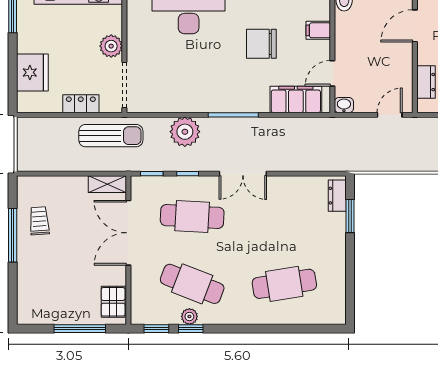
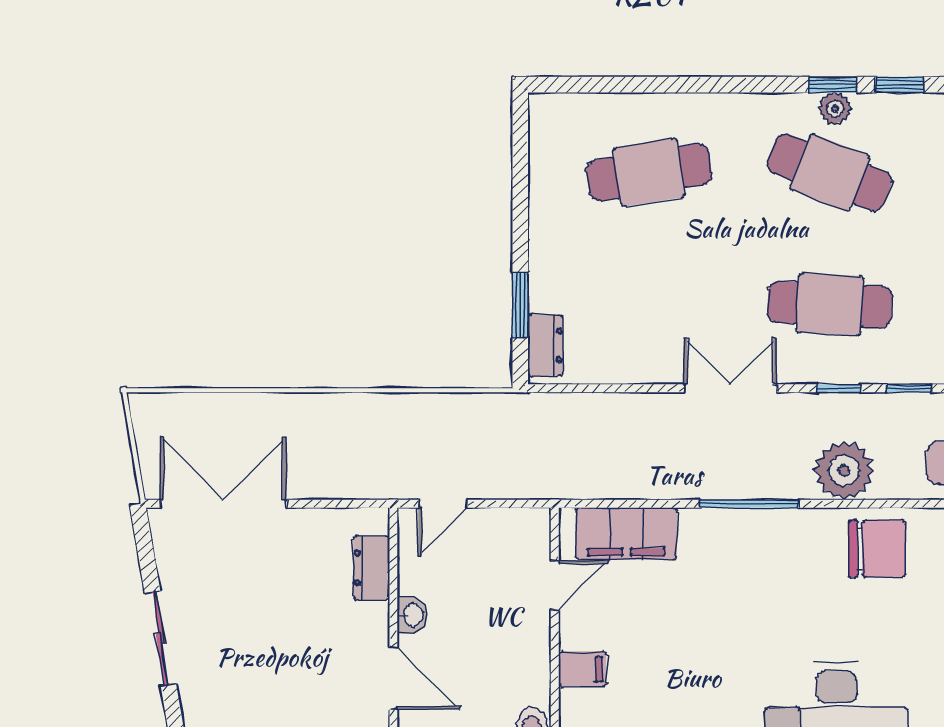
door: (415, 26) -> (393, 678), hinge flipped
chair: (261, 44) -> (877, 549), moved
washbasin: (344, 105) -> (412, 615), moved, turned -90

